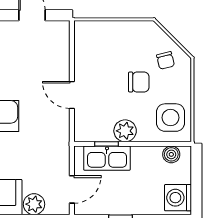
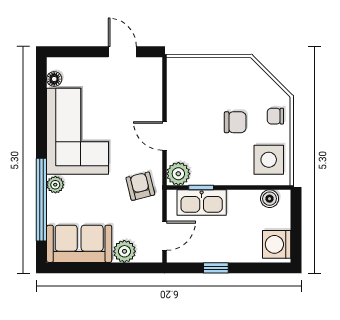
chair: (165, 60) -> (275, 116), moved, turned 104
plant: (125, 131) -> (178, 174), moved
armchair: (49, 143) -> (140, 186), added

